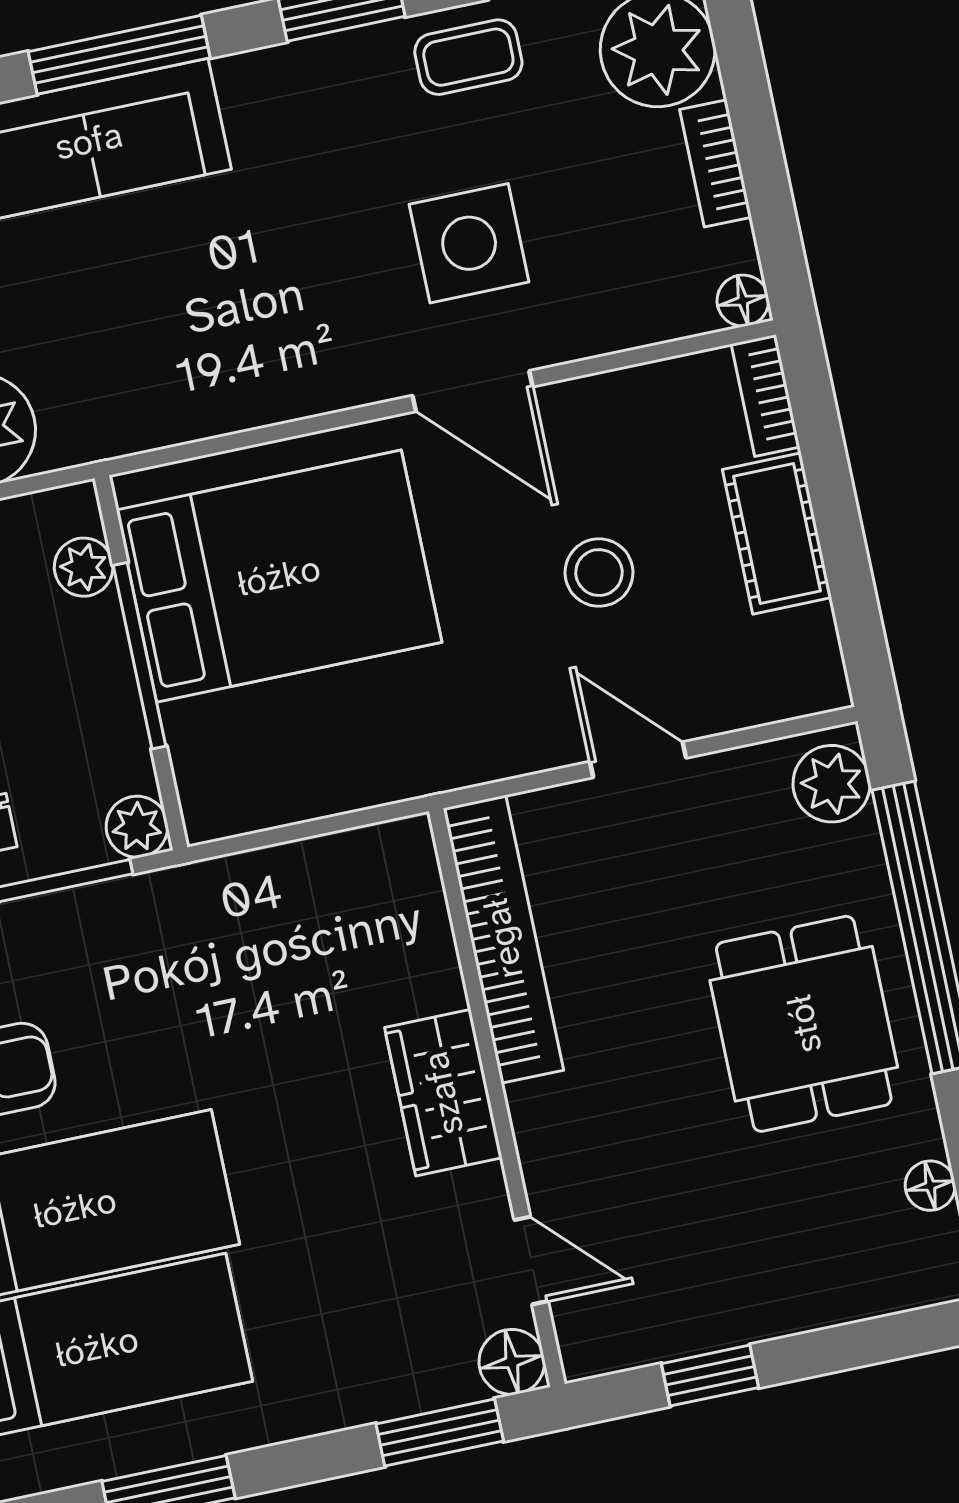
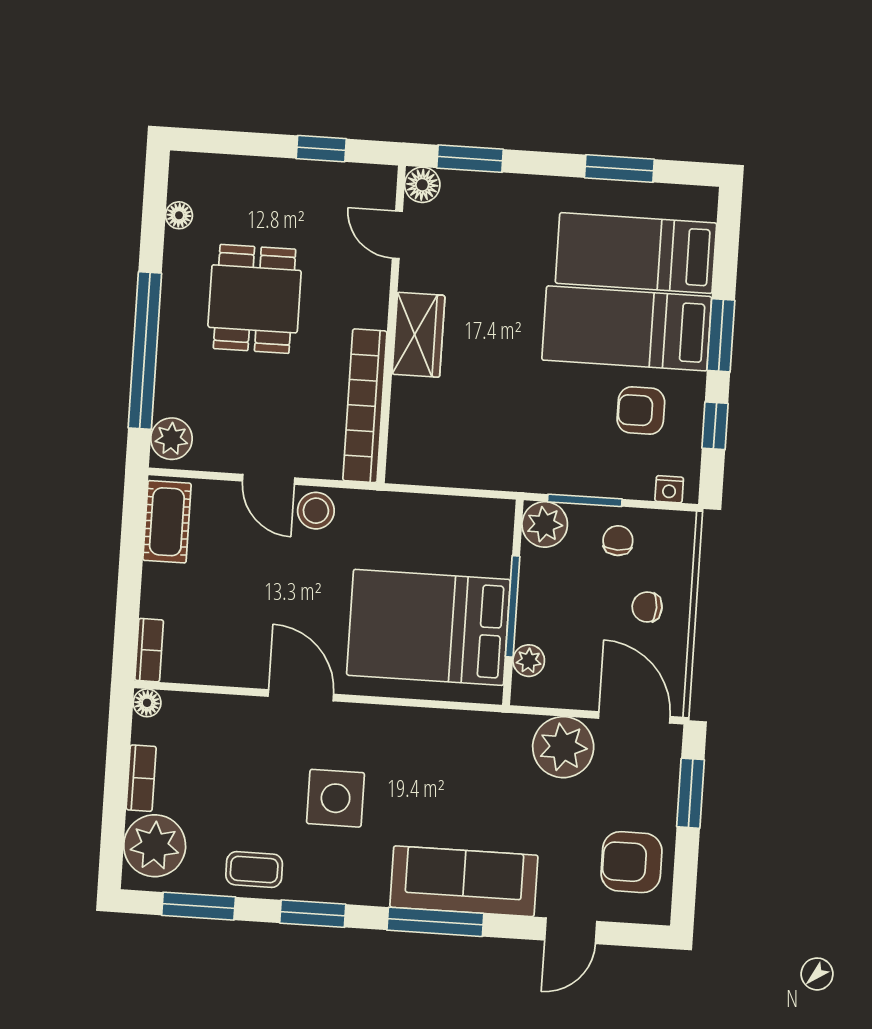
side table: (469, 243) -> (336, 798), moved
cot: (777, 534) -> (167, 522), moved
stool: (599, 573) -> (316, 511), moved
plant: (137, 827) -> (545, 524), width x1.38, depth x1.38
dining table: (804, 1024) -> (255, 299), moved

